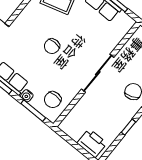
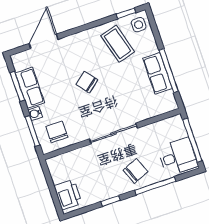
chair: (52, 46) -> (87, 82), turned 51
chair: (53, 100) -> (57, 132), turned 90

